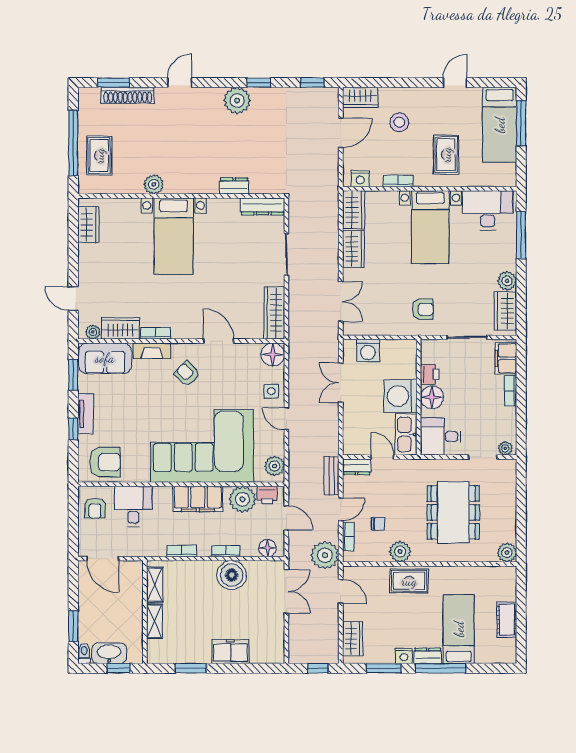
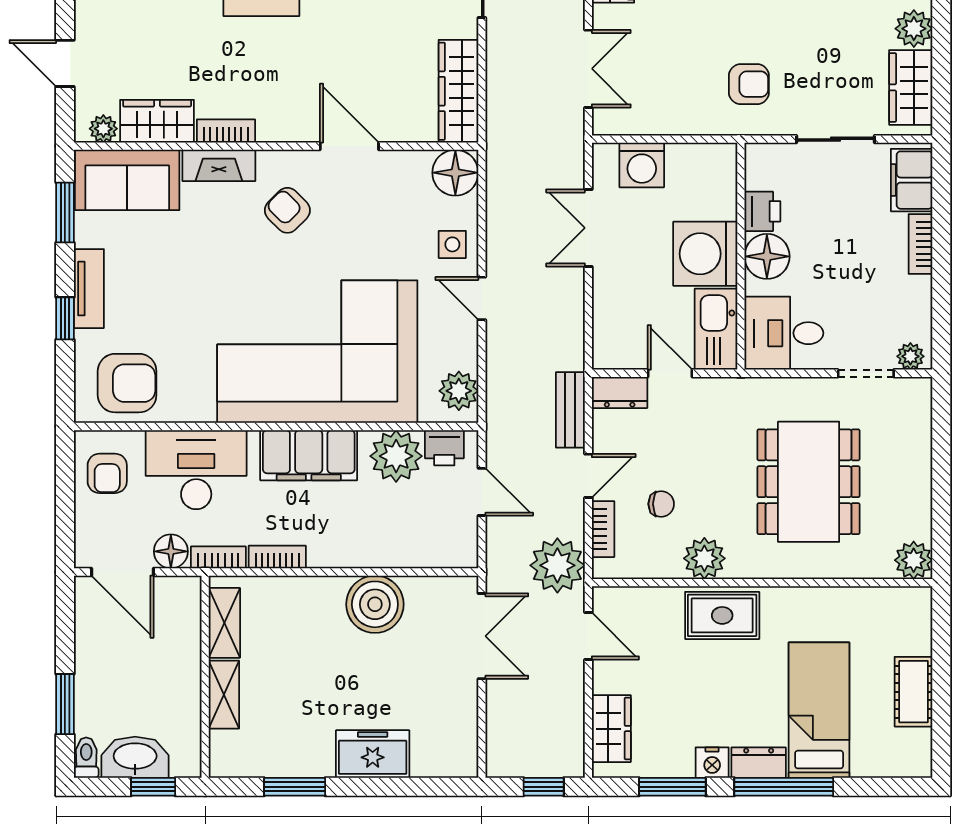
desk: (133, 506) -> (196, 470), width x1.37
floor lamp: (267, 548) -> (171, 551), moved
bookcase: (226, 551) -> (218, 557), moved

